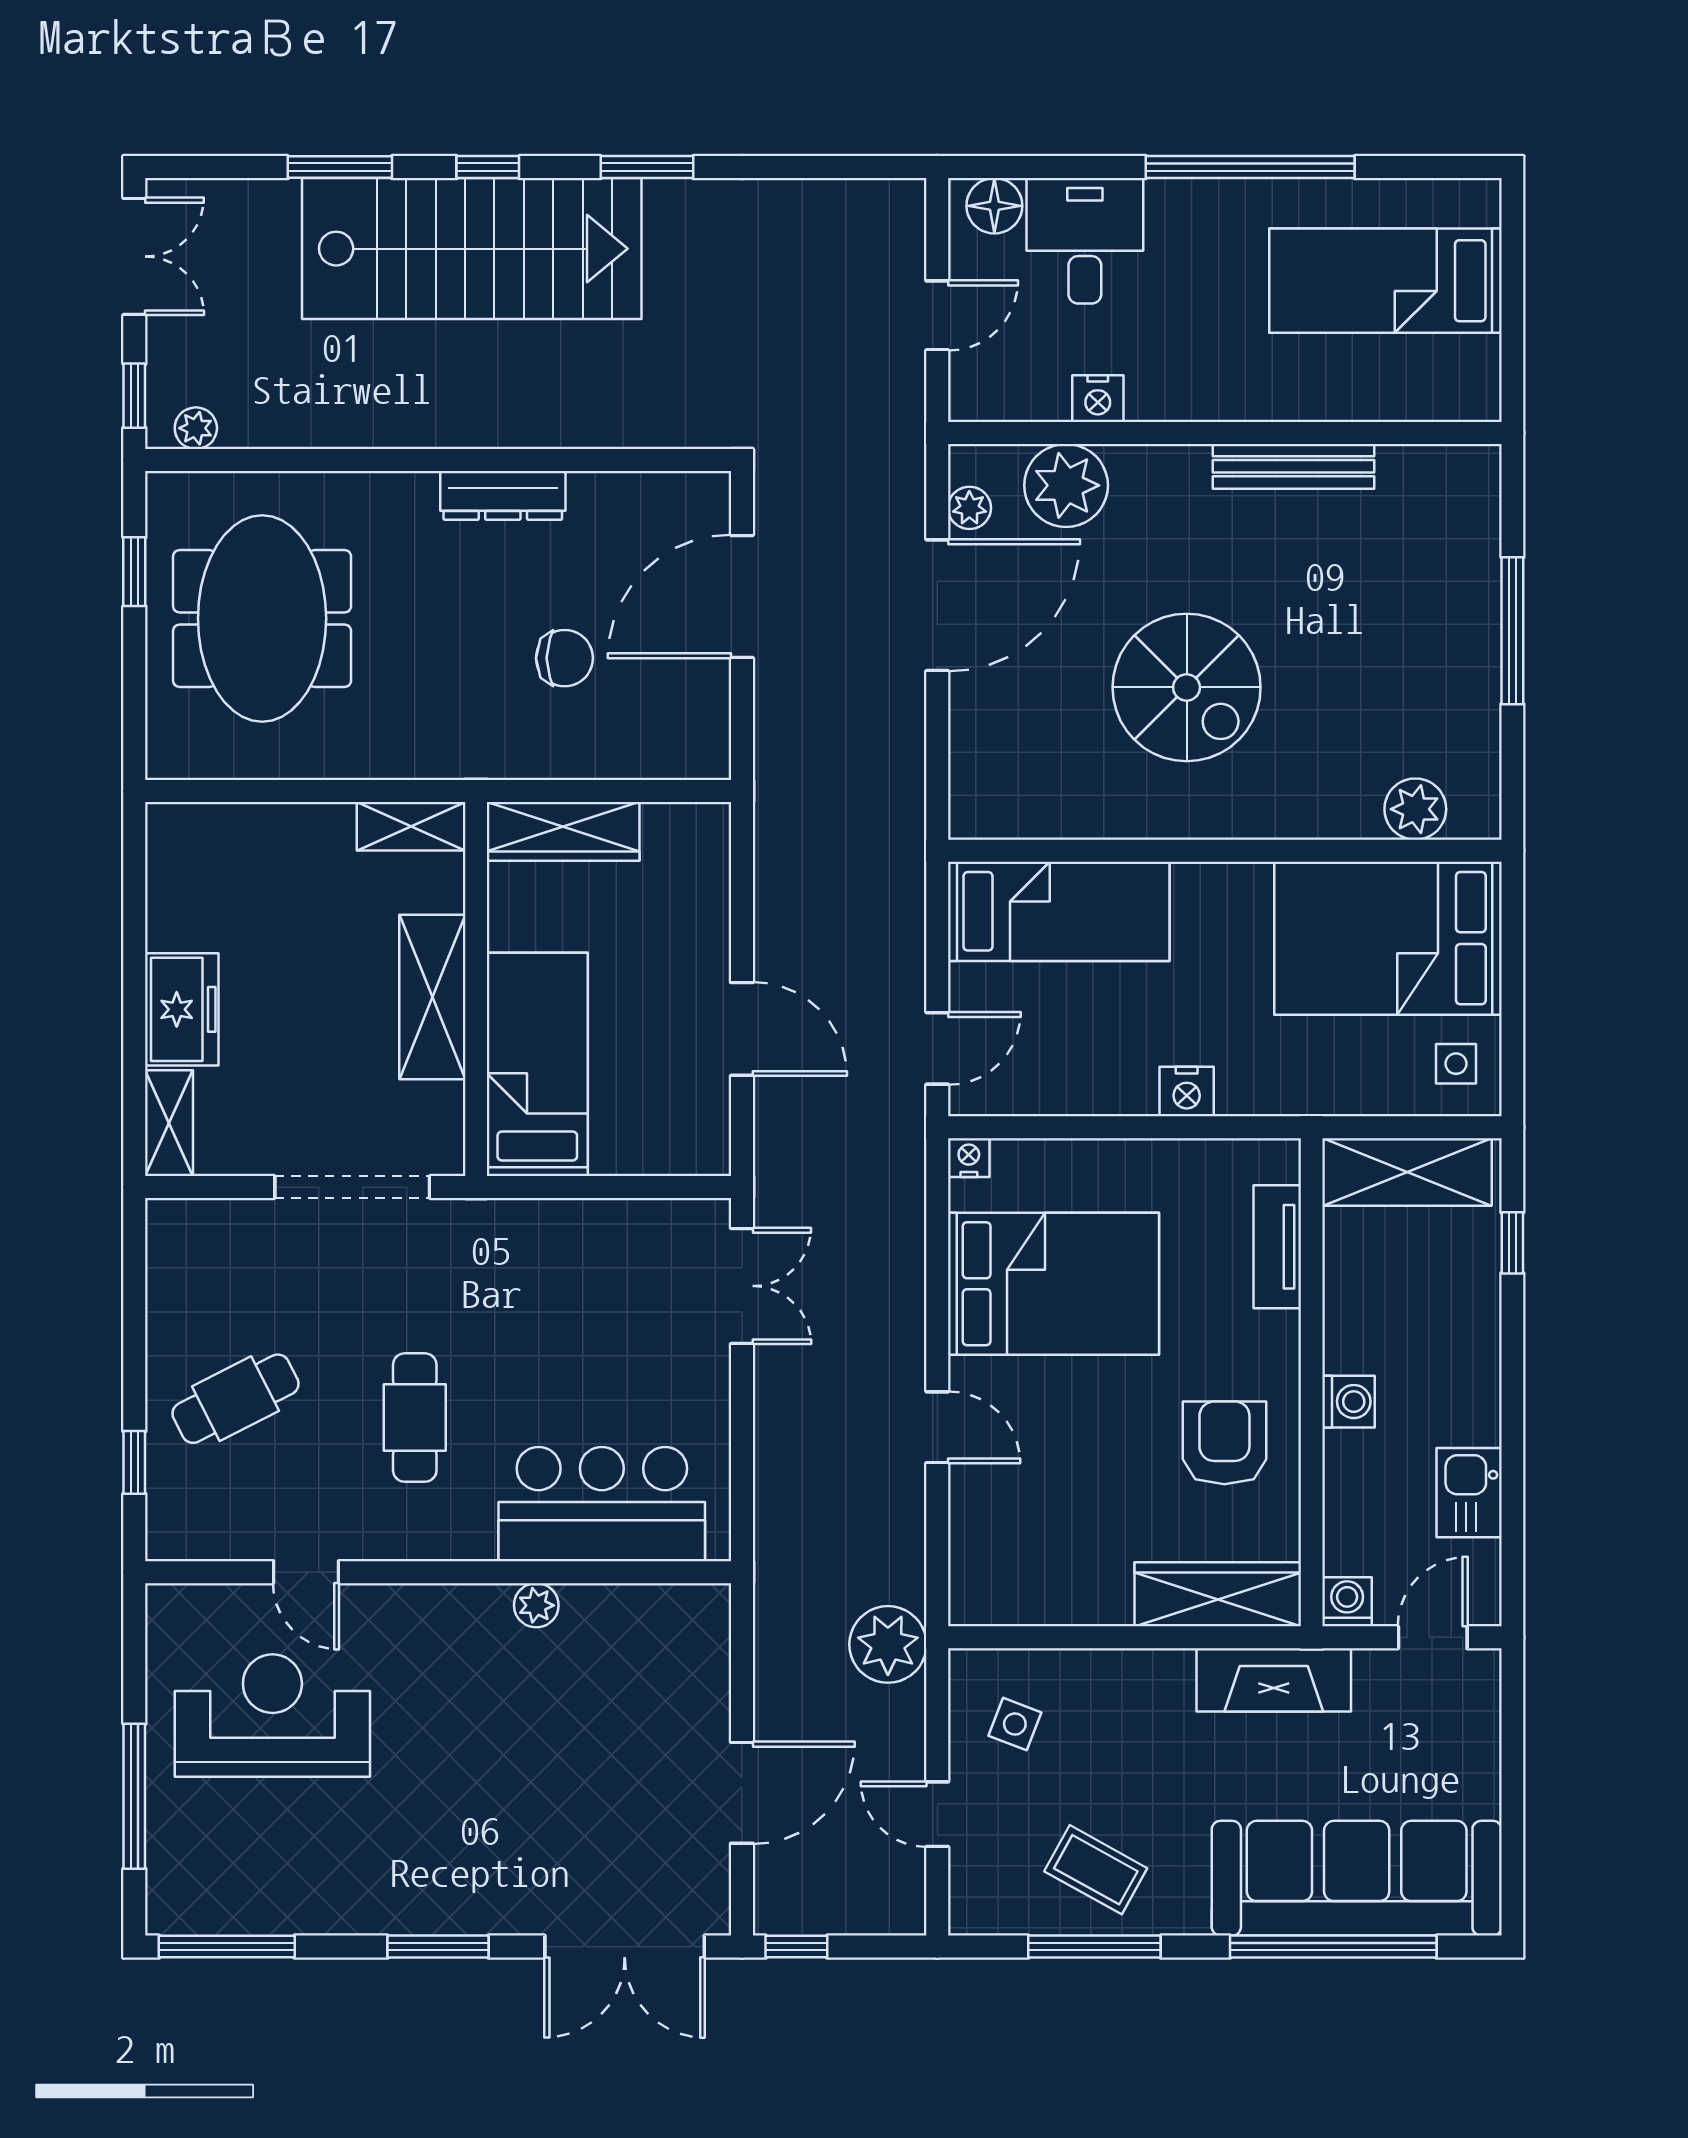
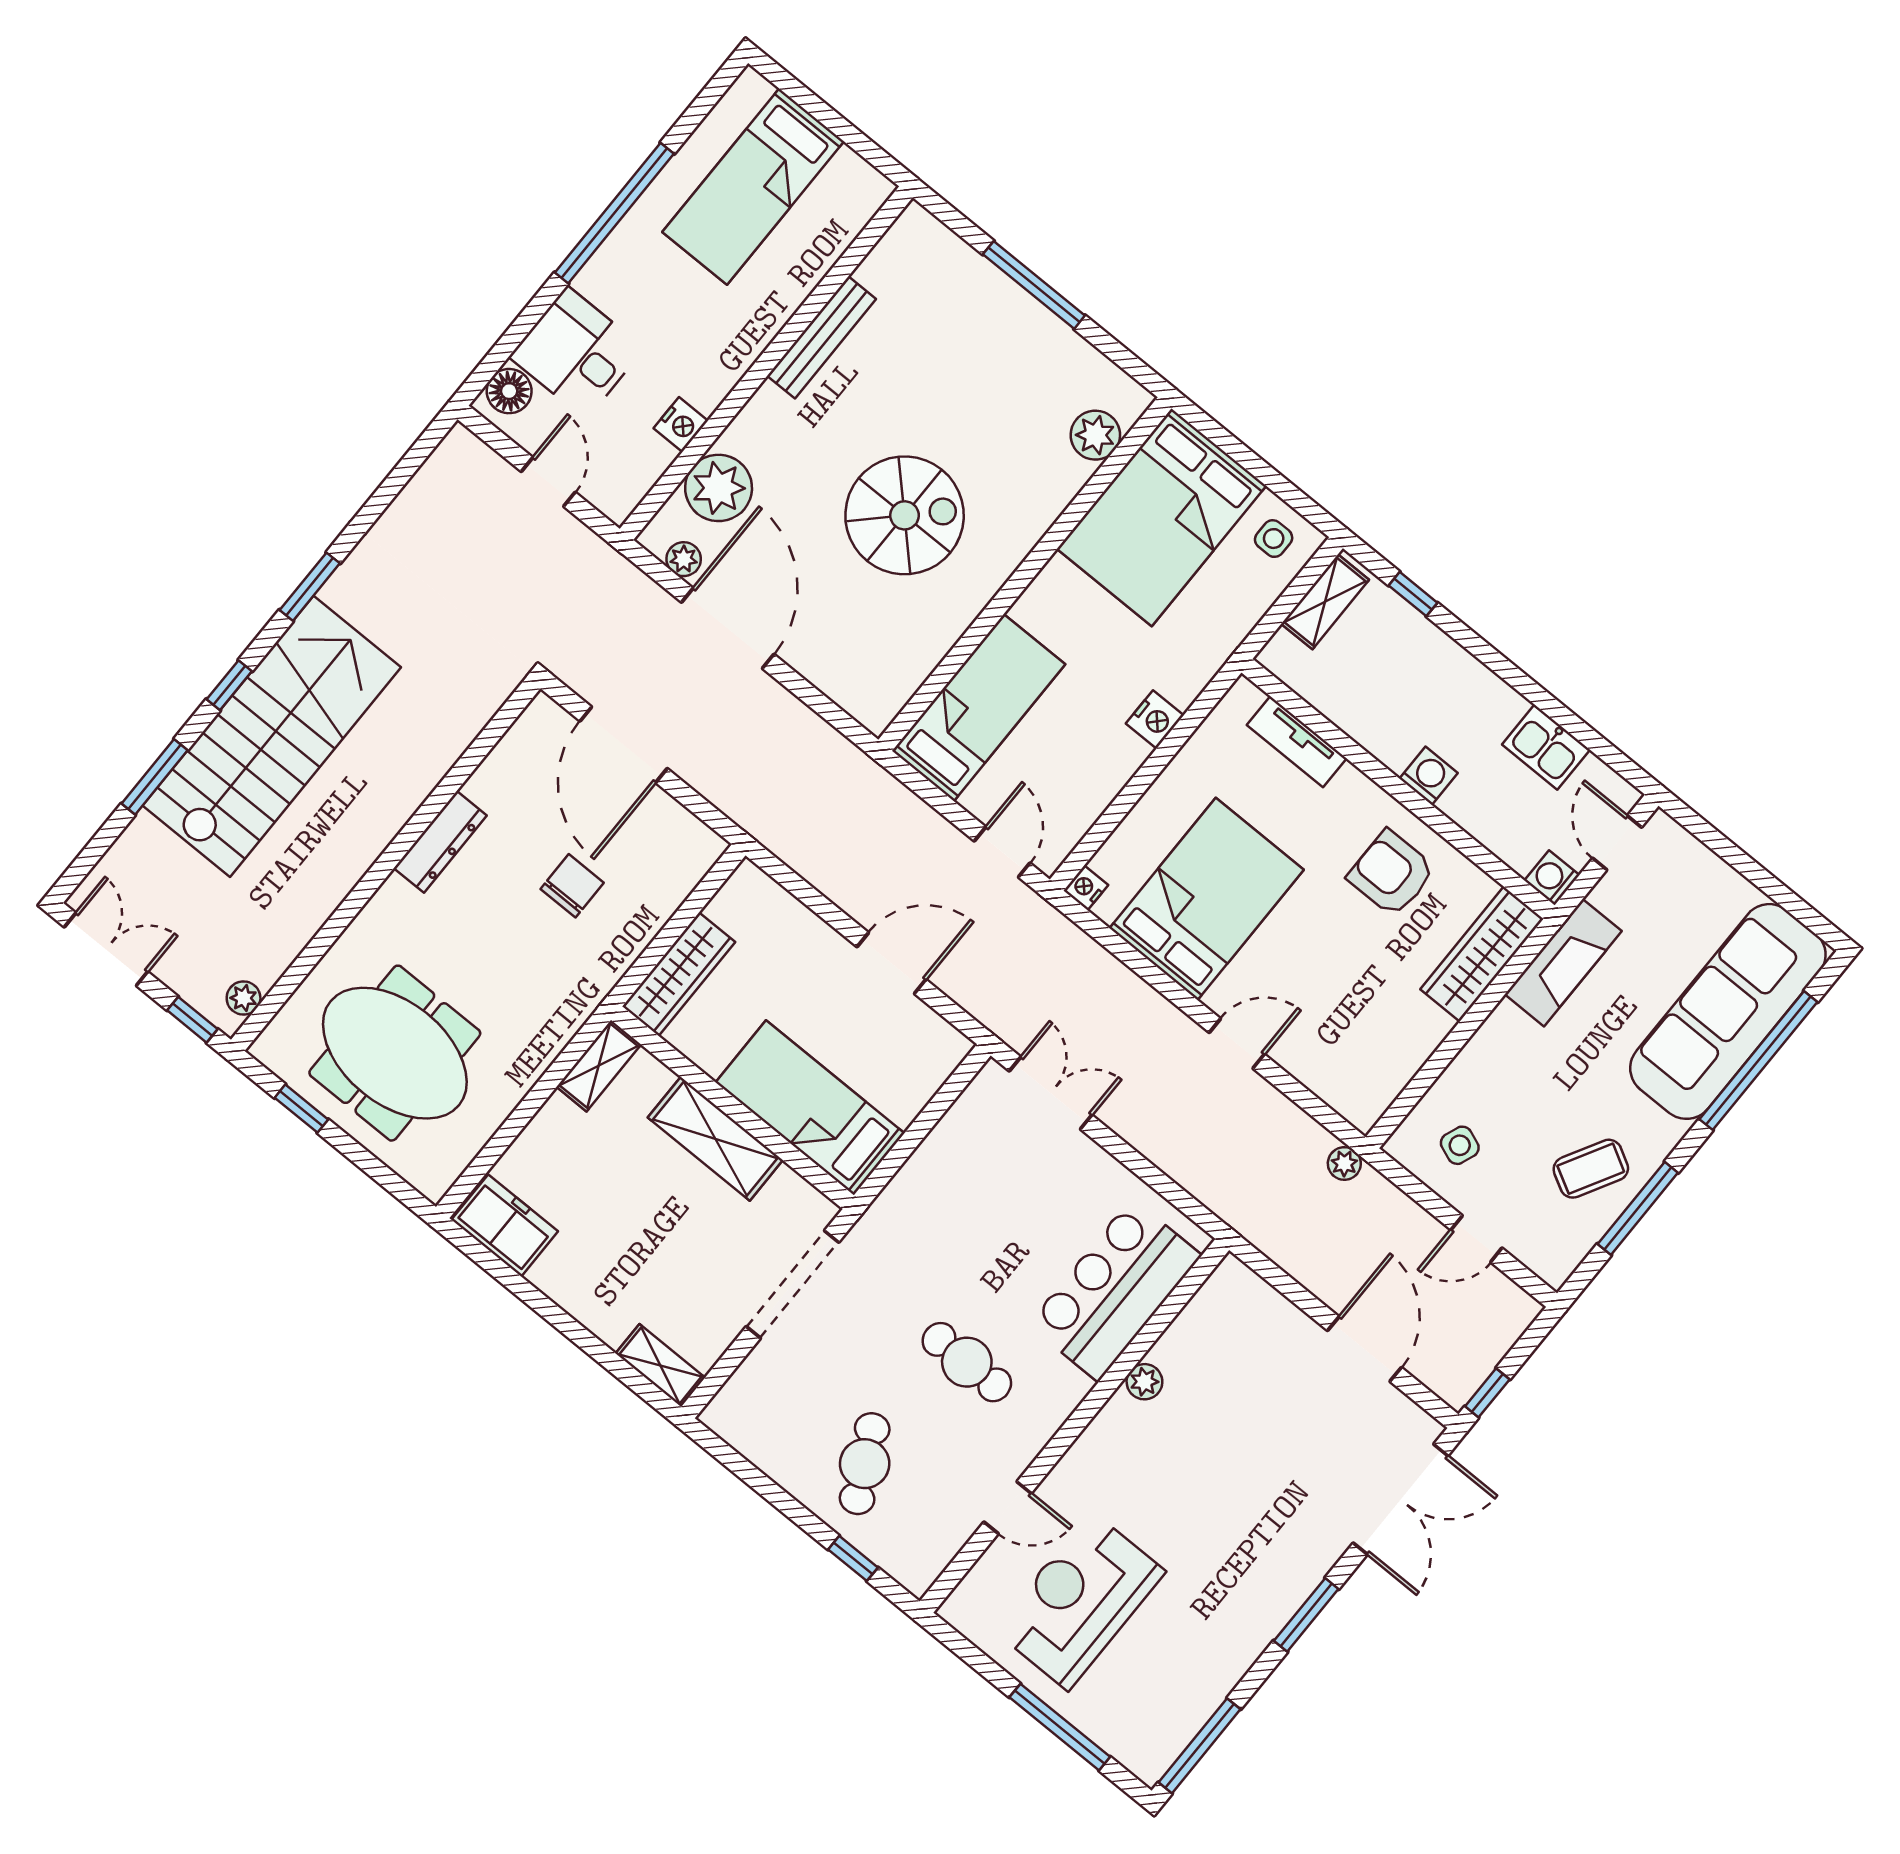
freezer: (182, 1009) -> (505, 1225), moved
shelving: (1407, 1172) -> (1325, 602), width x0.67, depth x0.75
plant: (888, 1644) -> (1344, 1163), width x0.53, depth x0.53

